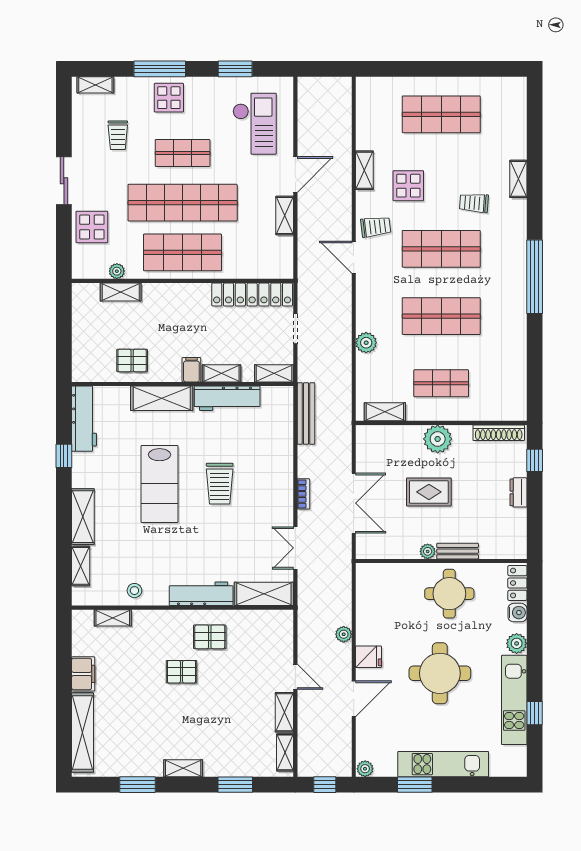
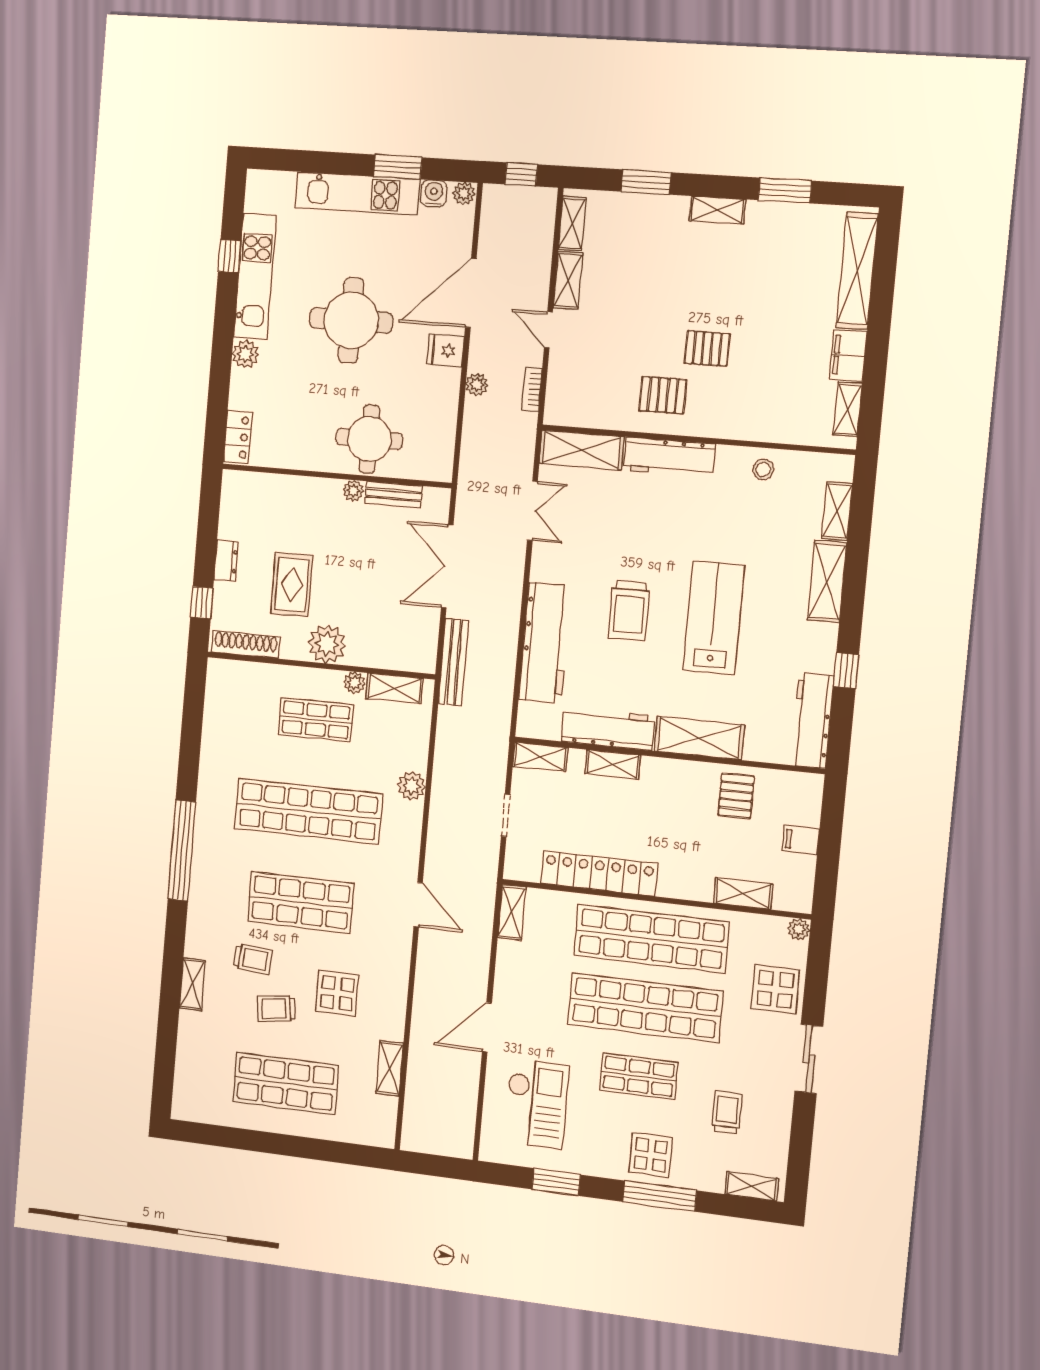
checkout: (255, 124) -> (536, 1104), turned 180
shelving: (364, 170) -> (390, 1068), moved
shelving: (285, 215) -> (512, 912), moved
trolley: (376, 227) -> (276, 1009), moved
shop shelf: (183, 252) -> (651, 939), width x1.40
plant: (117, 271) -> (799, 929), moved
locker: (252, 295) -> (599, 874), moved
shop shelf: (441, 316) -> (308, 811), width x1.40
pallet: (132, 360) -> (736, 796), turned 90
filing cabinet: (191, 370) -> (801, 840), moved, turned 90
plant: (415, 413) -> (354, 683), added
bench: (306, 414) -> (454, 662), moved
workbench: (278, 455) -> (545, 643), added
trolley: (220, 484) -> (629, 610), turned 180
rug: (429, 492) -> (292, 585), moved, turned 90
bookcase: (303, 494) -> (532, 389), moved
bench: (458, 551) -> (393, 494), moved
round table: (449, 594) -> (369, 439), moved
water cooler: (517, 613) -> (434, 193), moved, turned 90
shelving: (113, 618) -> (848, 409), moved, turned 90
door: (354, 699) -> (471, 293), width x1.36

